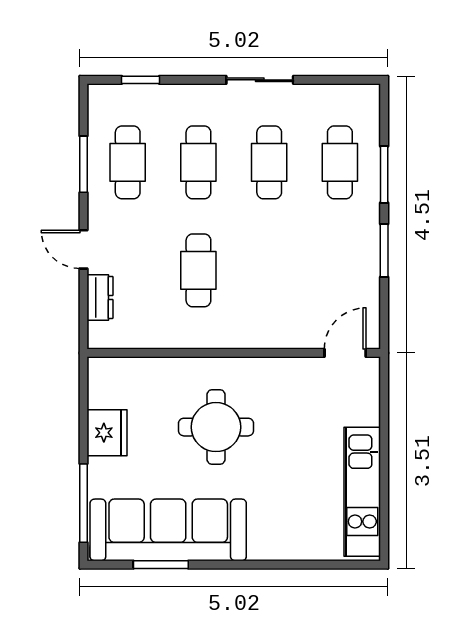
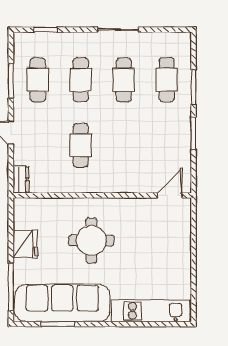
dresser: (100, 297) -> (21, 179), moved
kitchen unit: (362, 492) -> (151, 311), moved, turned 90

